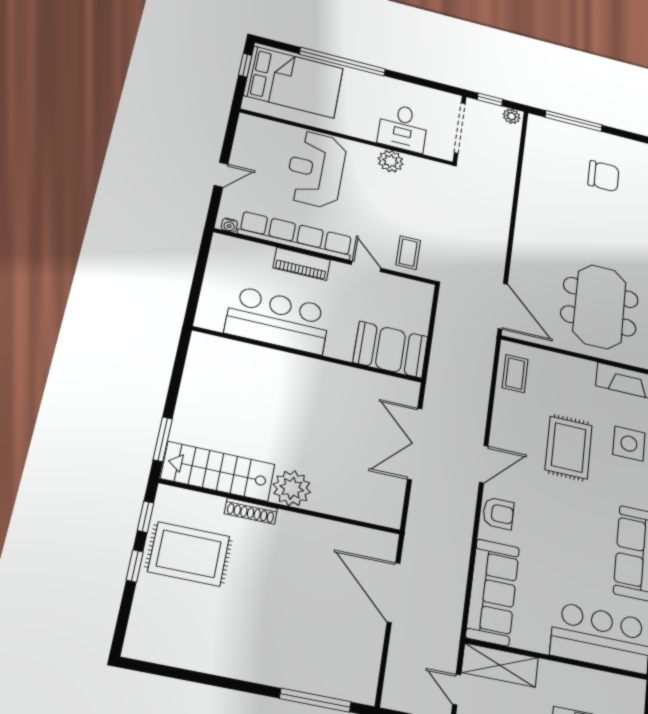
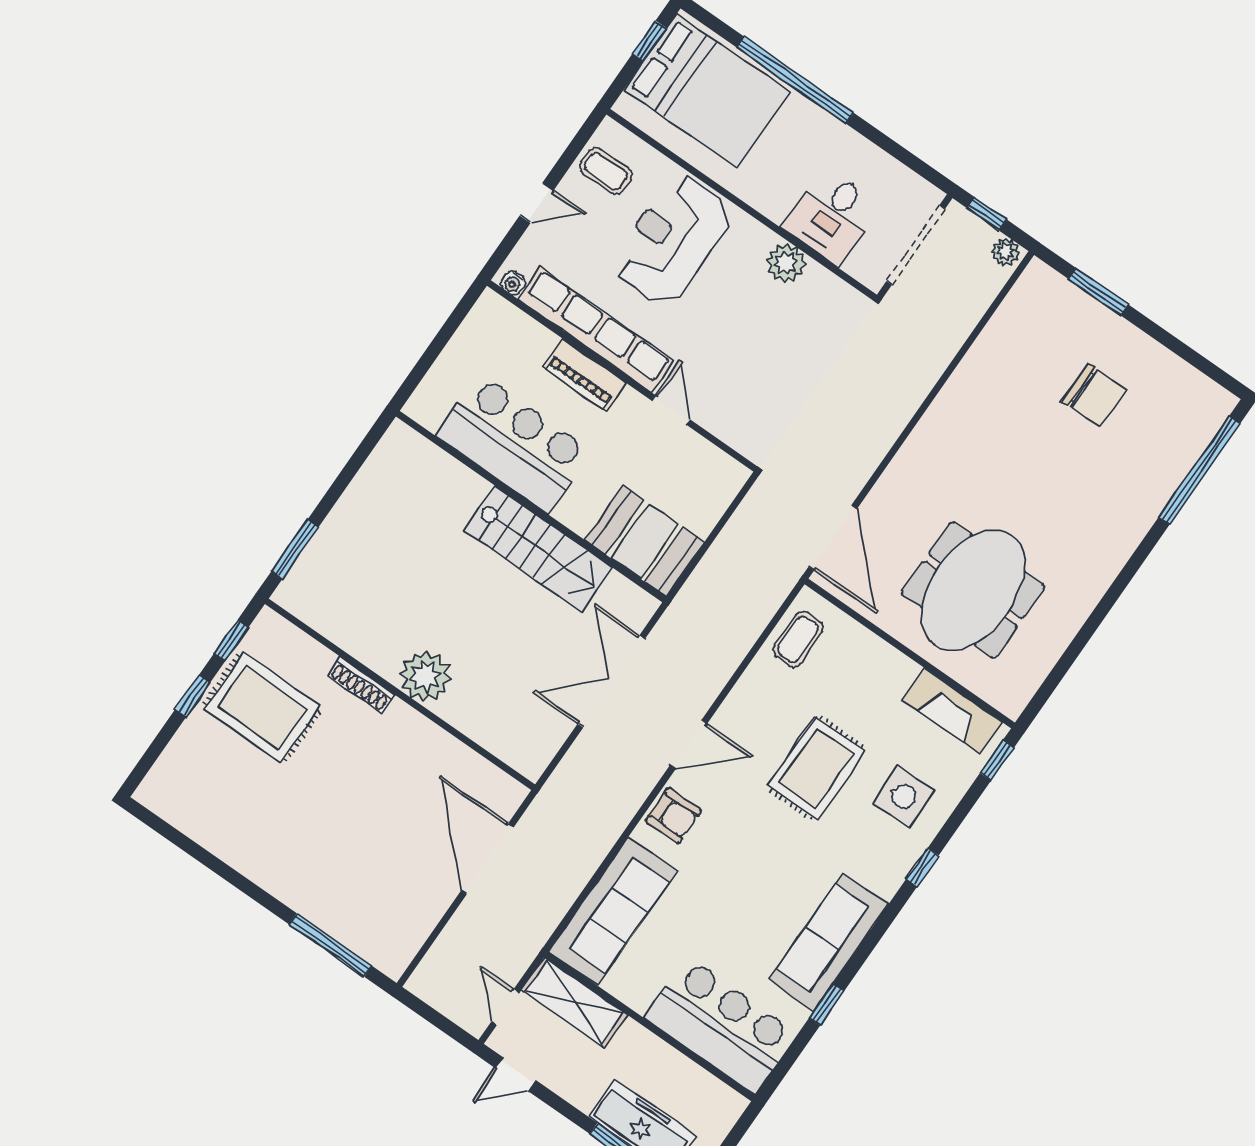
window: (574, 121) -> (1098, 292), width x0.69
coffee table: (408, 253) -> (606, 171), moved, turned 90
stairs: (218, 471) -> (539, 549), moved, turned 180

